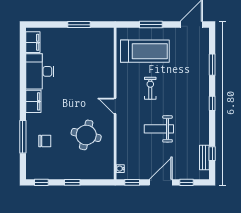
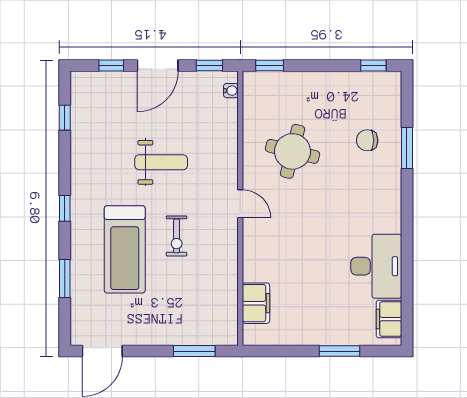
window: (79, 25) -> (339, 351), moved
window: (151, 25) -> (194, 351), moved
treadmill: (145, 51) -> (125, 249), moved, turned -90
filing cabinet: (33, 101) -> (256, 303), moved, turned 180
window: (23, 137) -> (407, 148), width x0.69
bench: (204, 158) -> (79, 111), removed
window: (72, 182) -> (270, 65), moved

